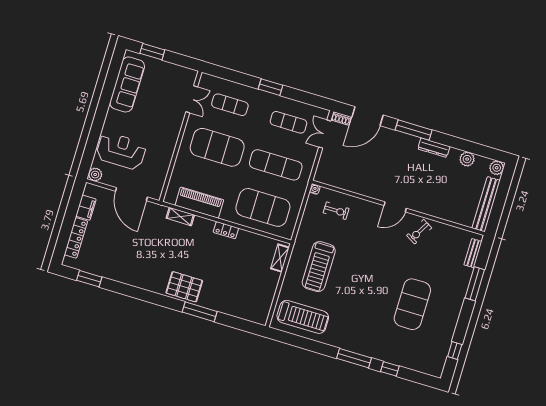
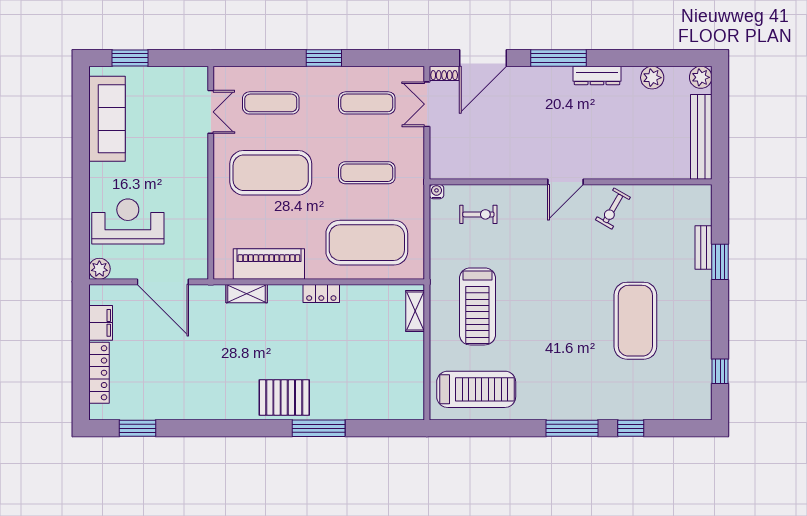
exercise mat: (276, 165) -> (367, 173), width x0.73, depth x0.69
bench: (473, 253) -> (704, 248), moved
window: (475, 284) -> (720, 262), width x0.69

